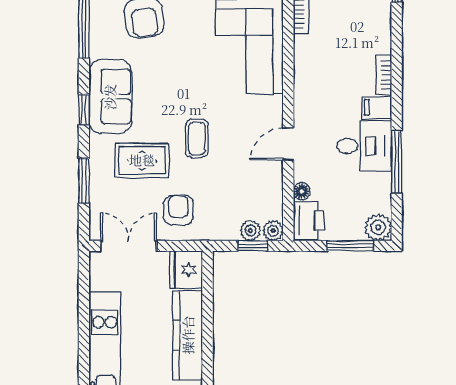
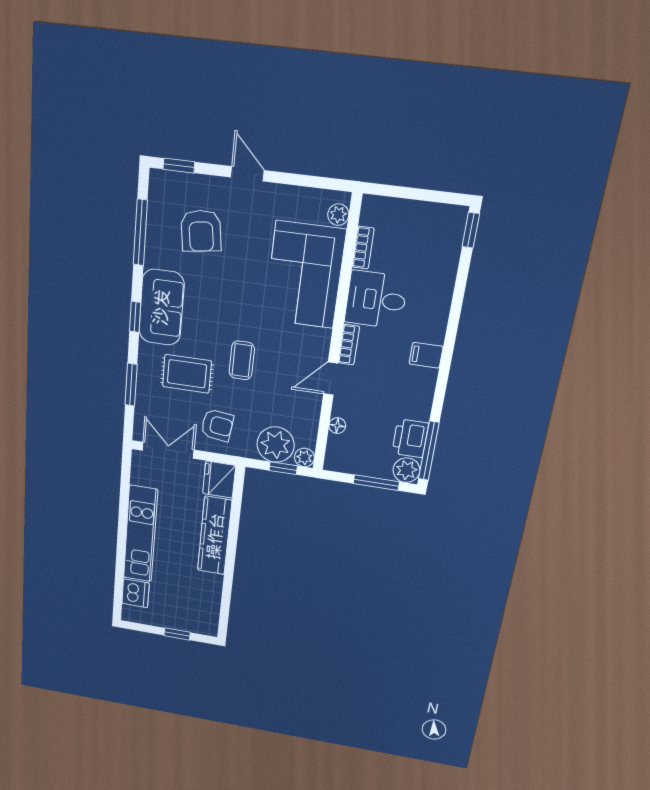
bookcase: (384, 75) -> (349, 345), moved, turned 180
desk: (364, 146) -> (376, 300), moved, turned 180
window: (397, 162) -> (429, 451), moved
armchair: (178, 210) -> (217, 425), turned 97
printer: (309, 220) -> (410, 438), moved, turned 180
plant: (250, 231) -> (276, 445), width x1.88, depth x1.88

